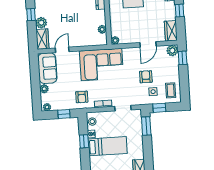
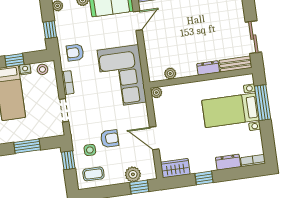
door: (62, 50) -> (138, 21), hinge flipped
plant: (172, 50) -> (133, 174), moved
window: (146, 126) -> (27, 146), moved

